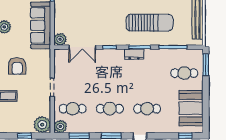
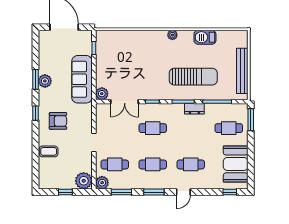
dresser: (134, 54) -> (194, 109), moved
armchair: (17, 66) -> (58, 121), turned -90
cafe table: (110, 73) -> (153, 128), added

